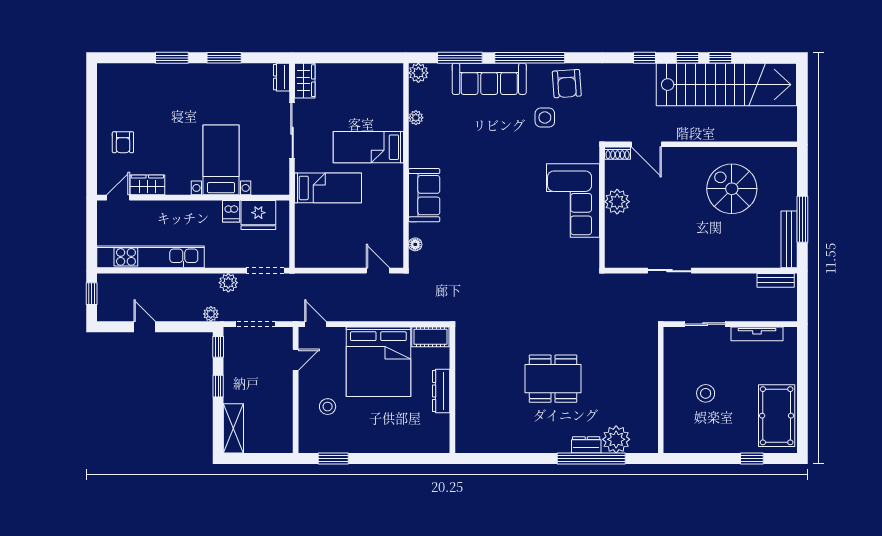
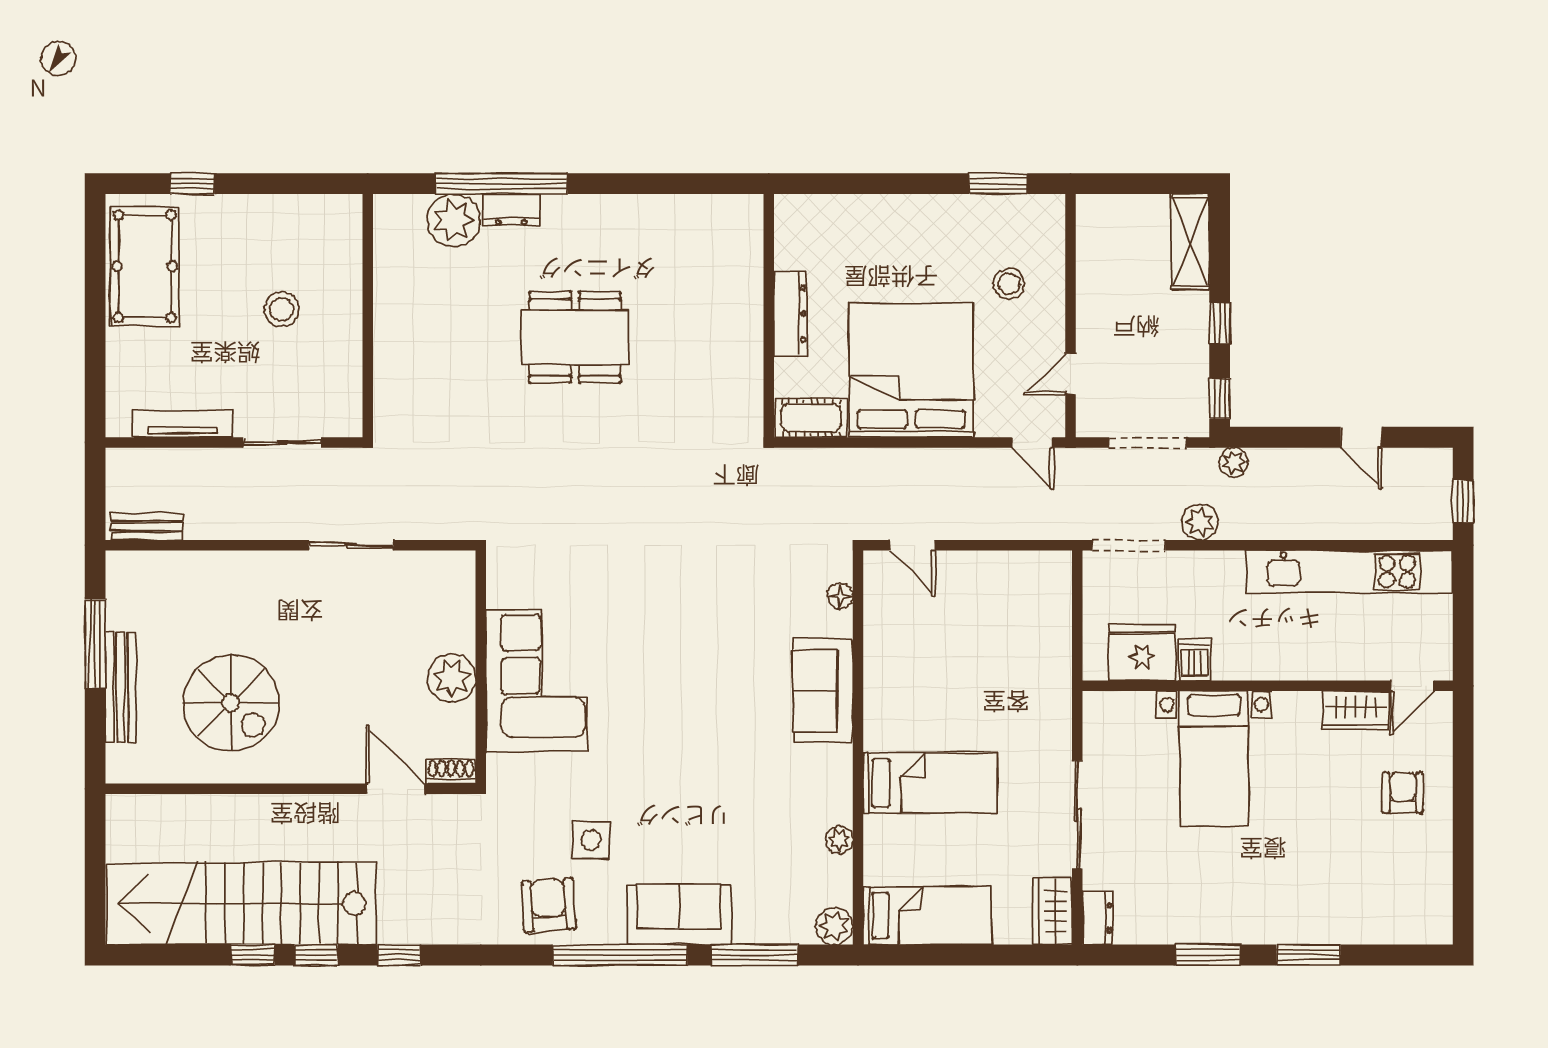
sofa: (489, 79) -> (679, 914), width x0.73
bed: (328, 188) -> (927, 916), moved, turned 180
bench: (789, 239) -> (121, 687), moved

